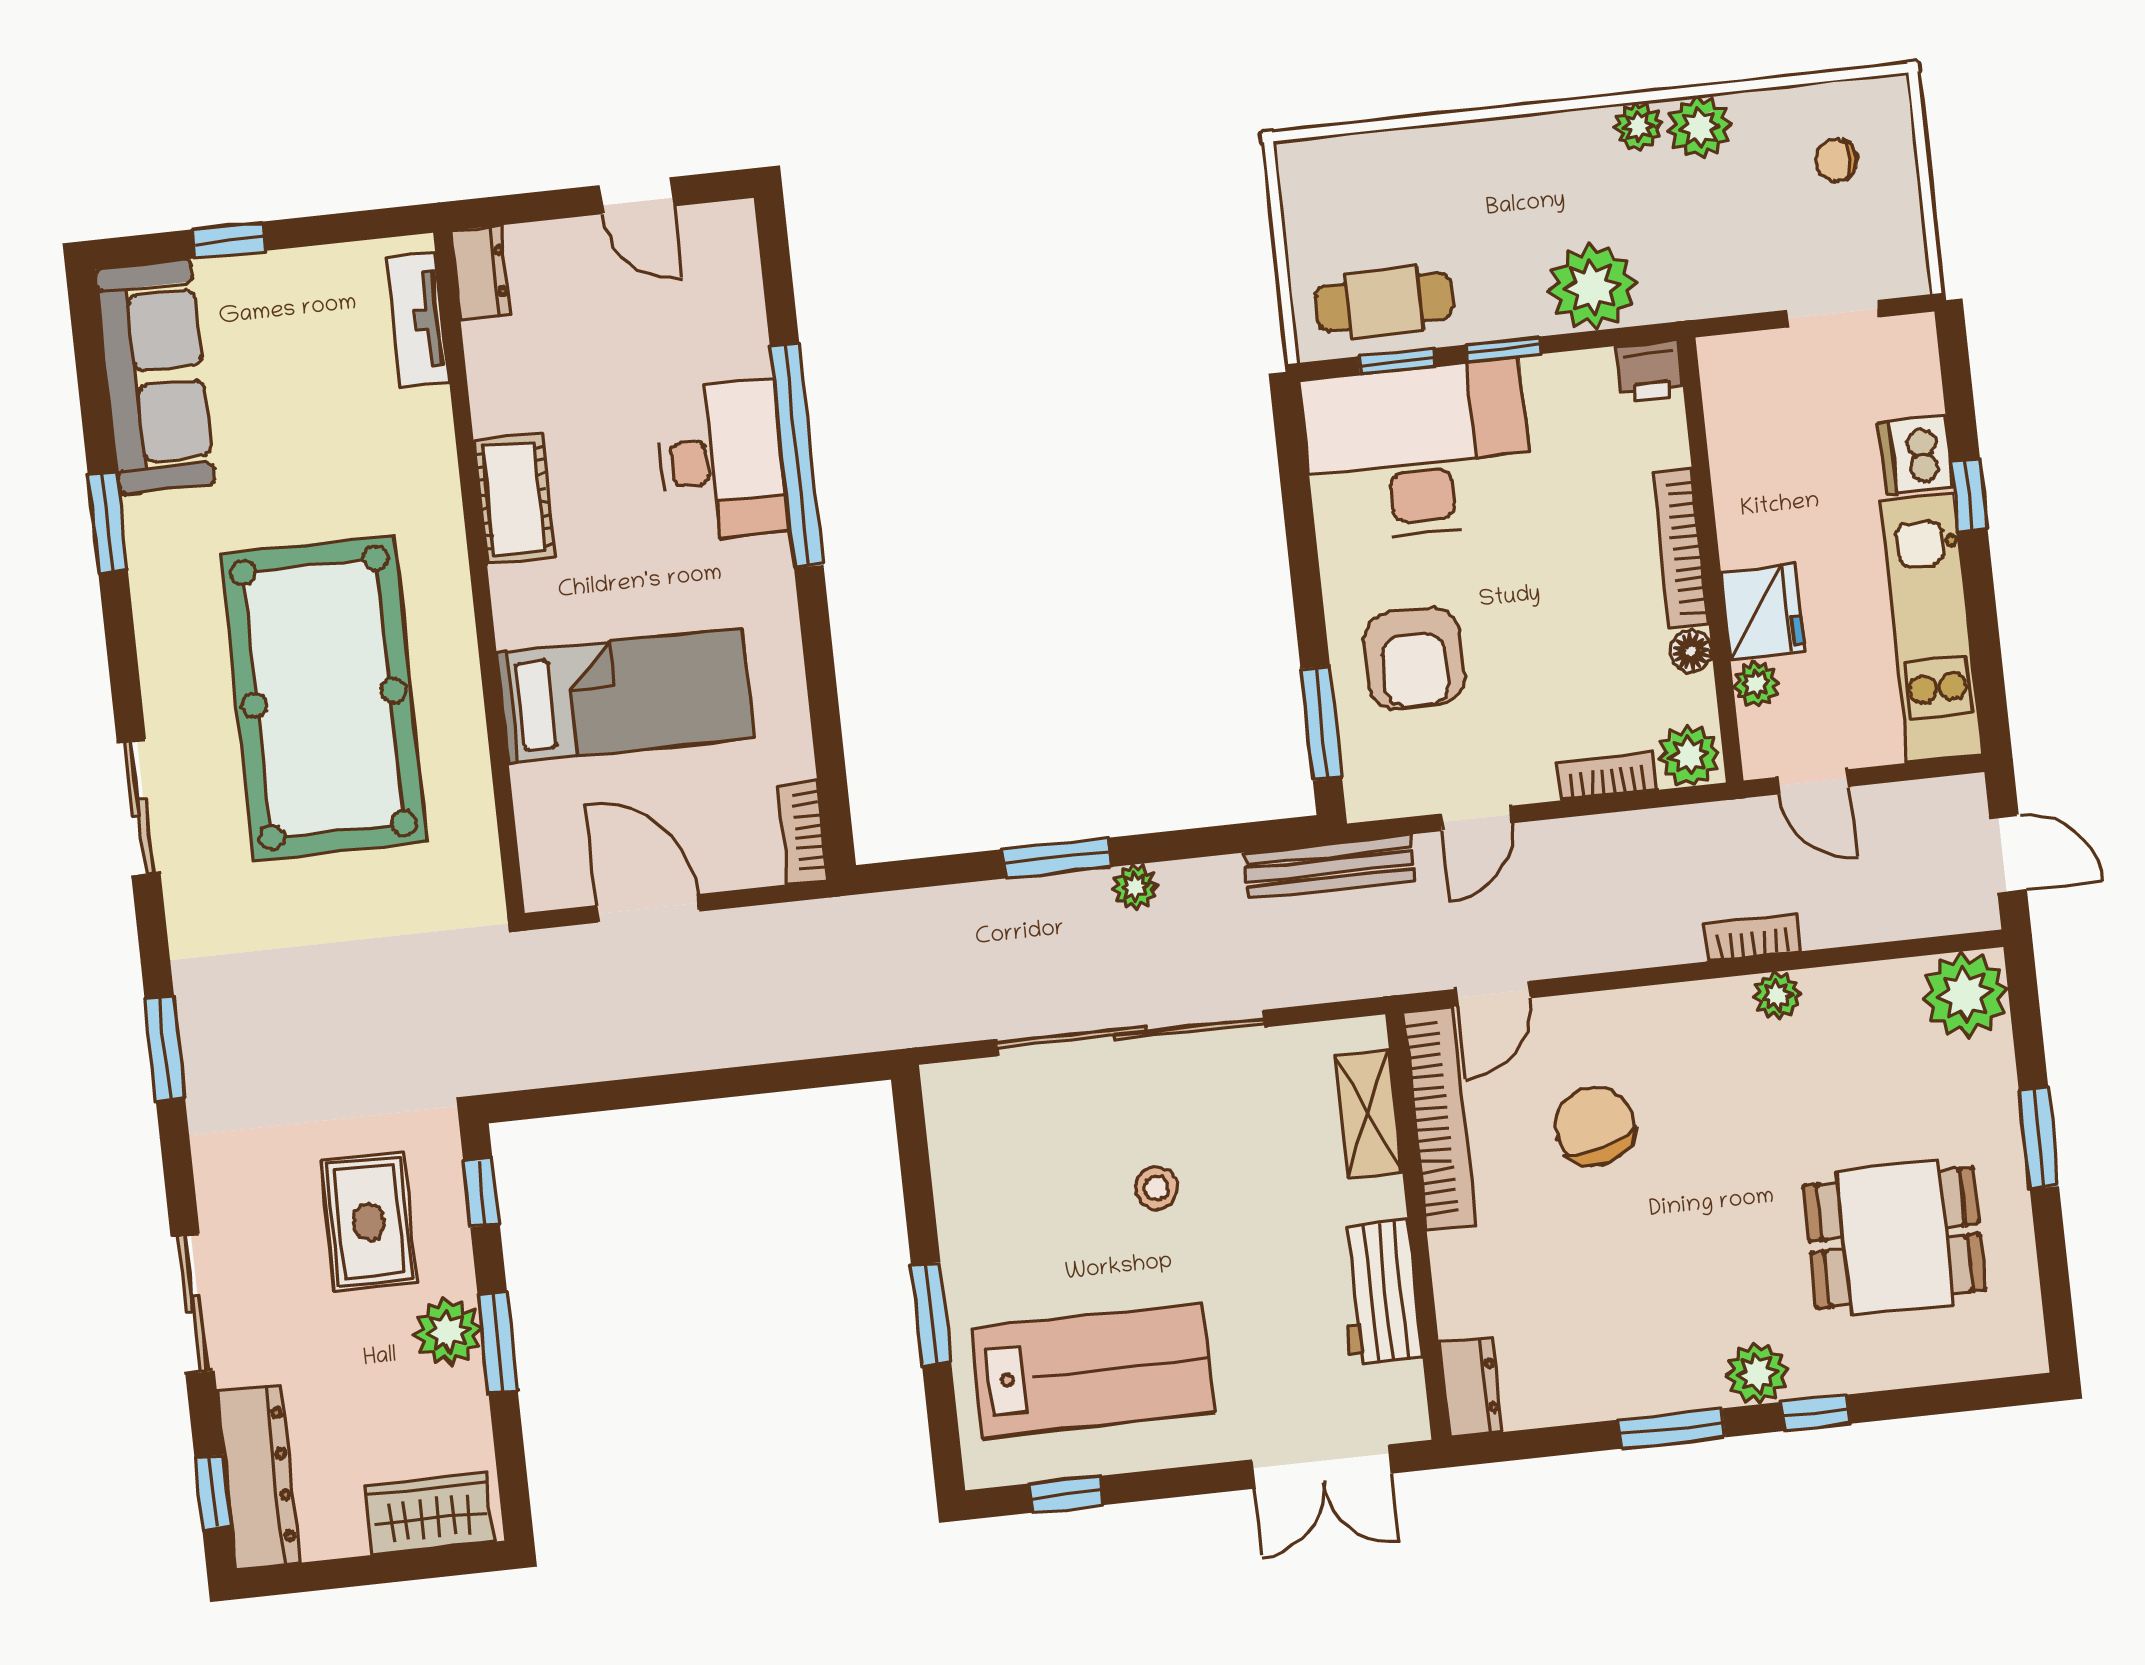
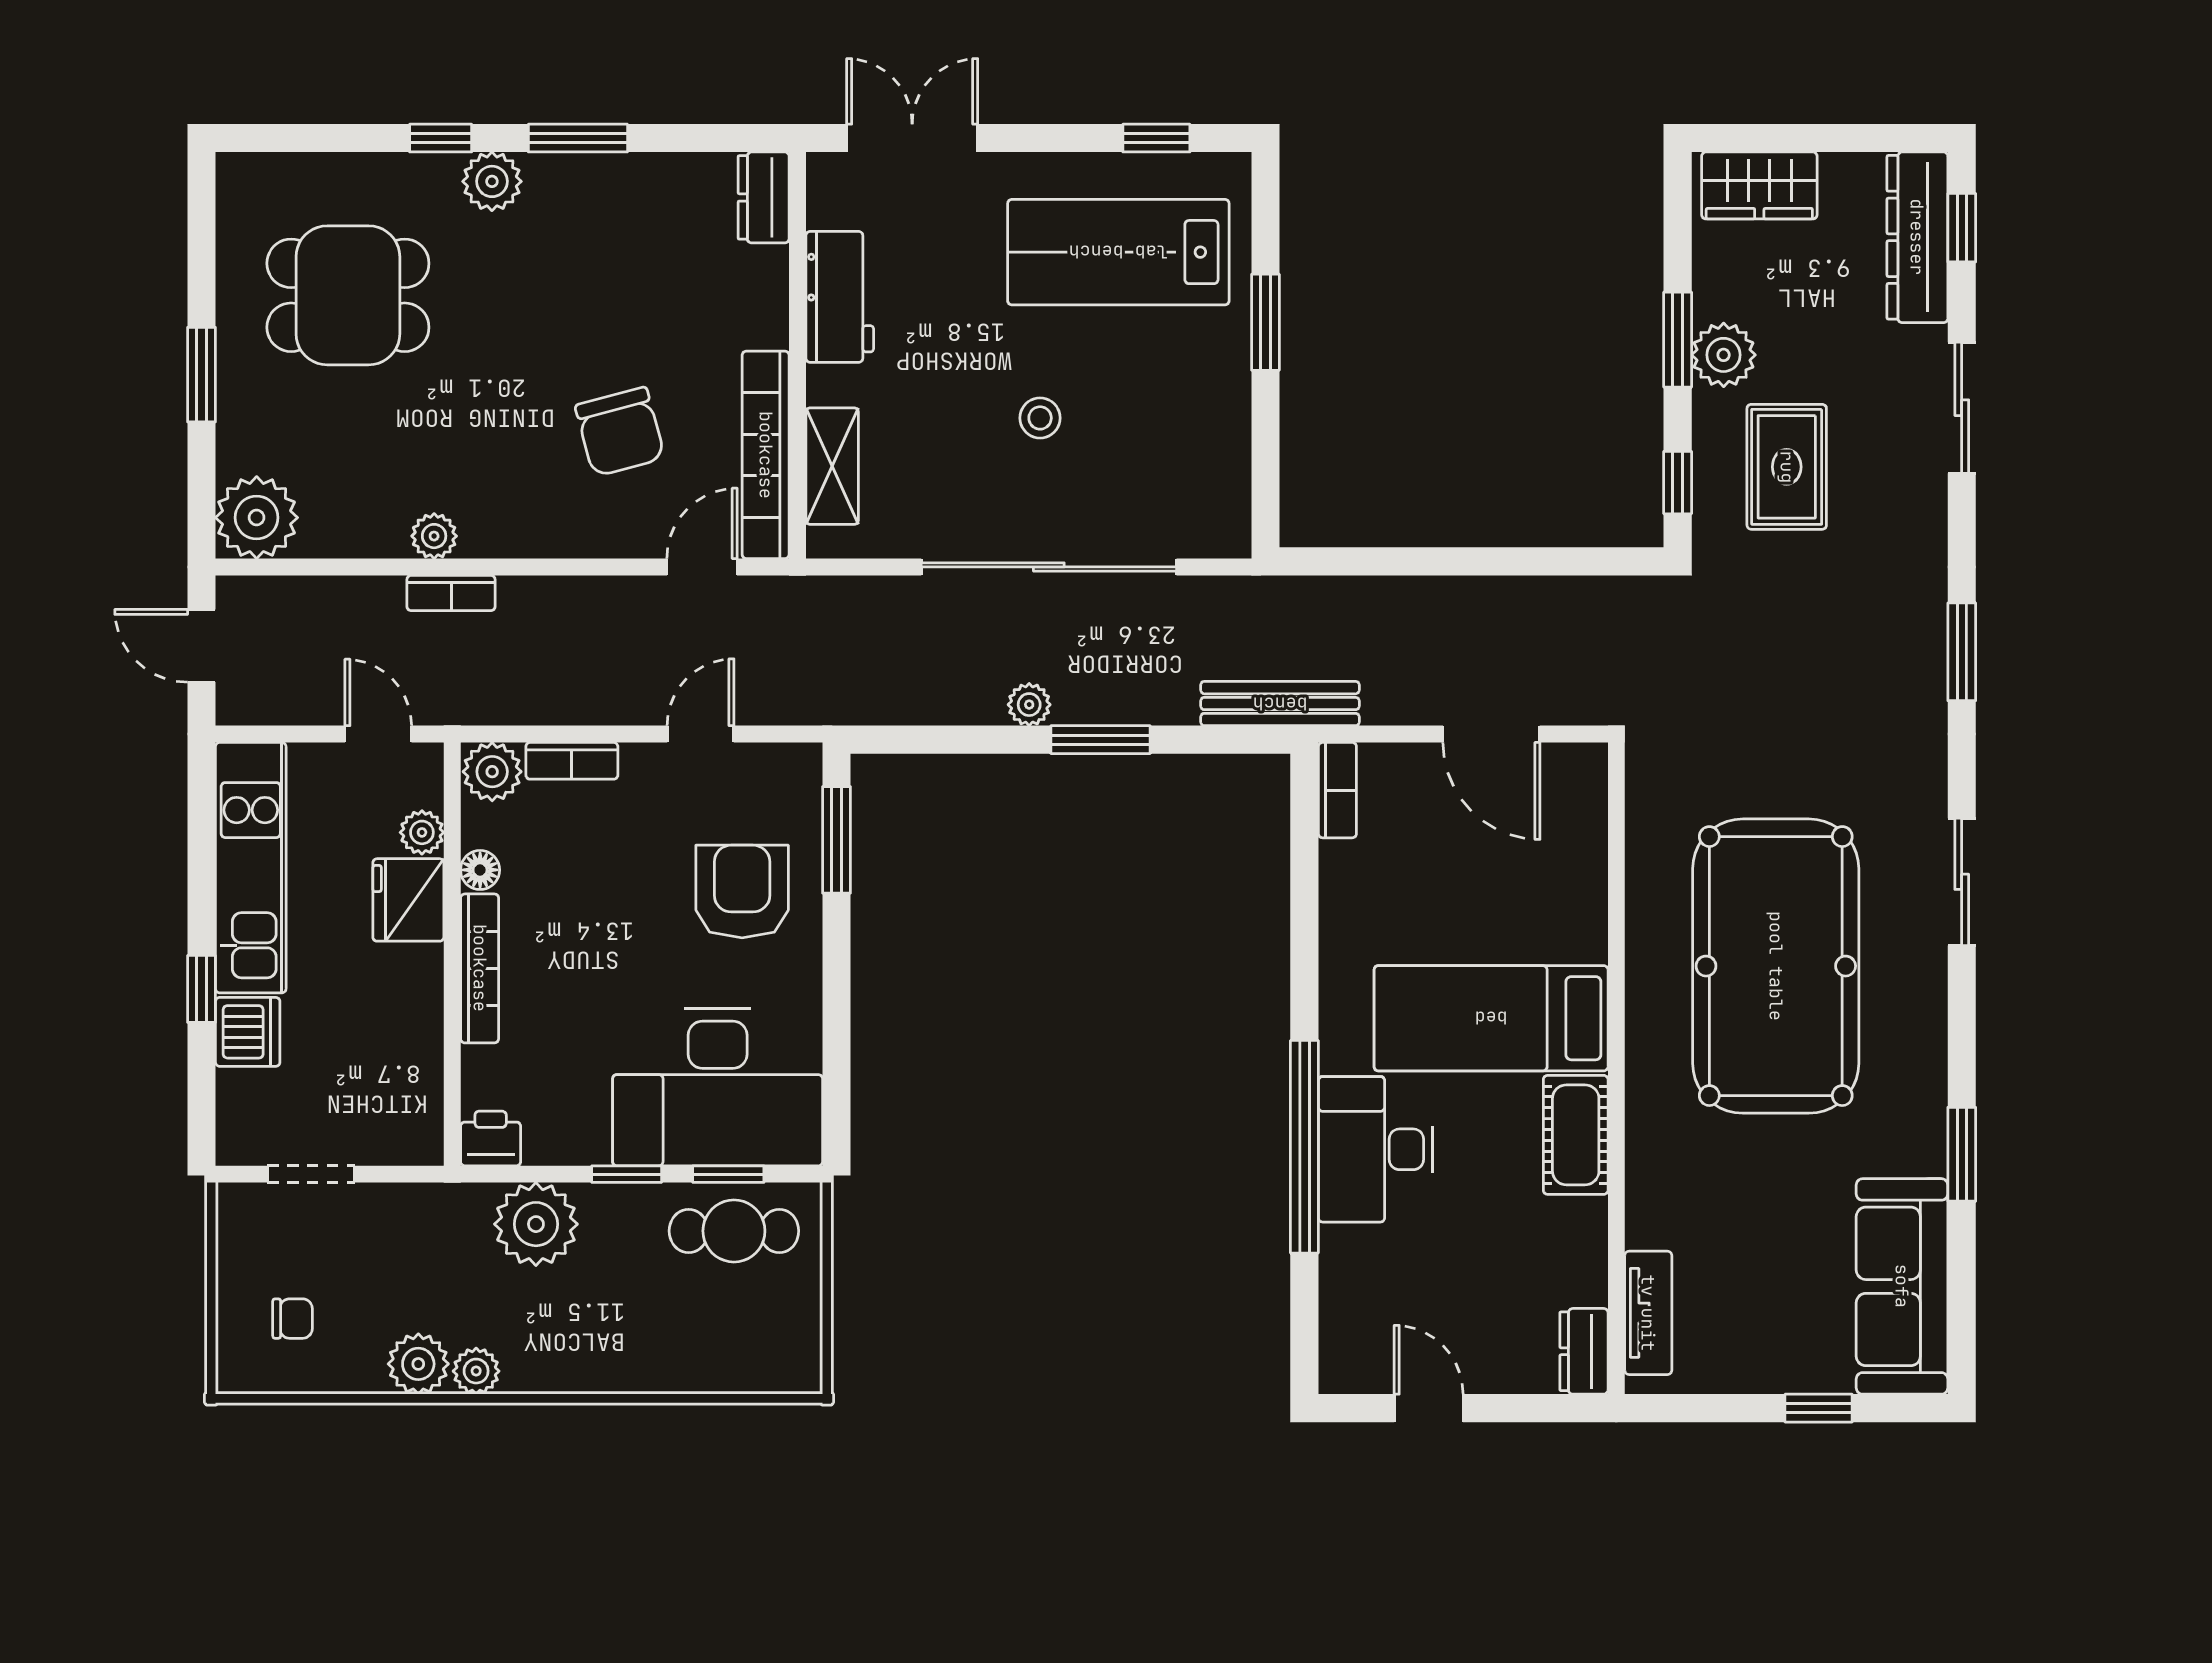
bed: (625, 696) -> (1491, 1018), moved
bench: (1329, 867) -> (1280, 704), moved

